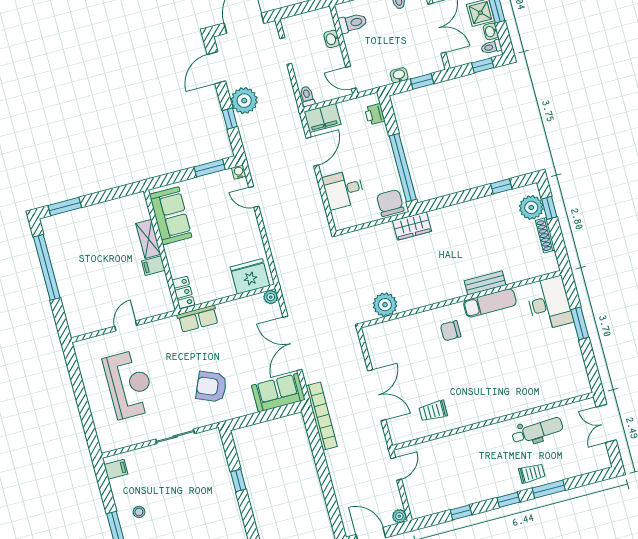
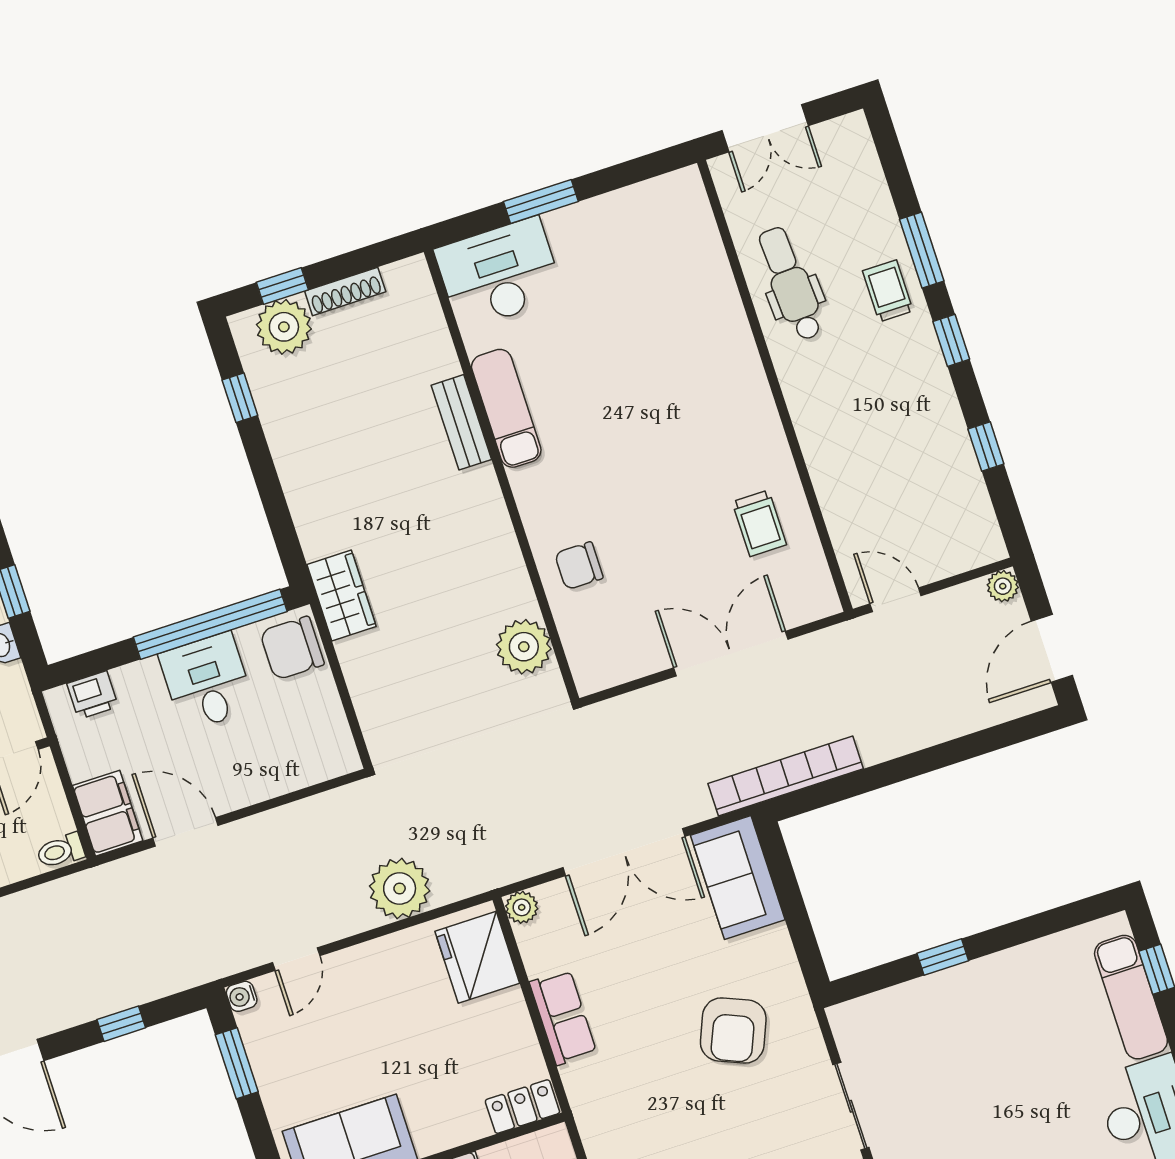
plant: (244, 101) -> (400, 888), moved
desk: (343, 189) -> (207, 682), moved, turned 180
row of seats: (198, 319) -> (563, 1017), moved
chair: (451, 331) -> (579, 566), moved, turned 90

